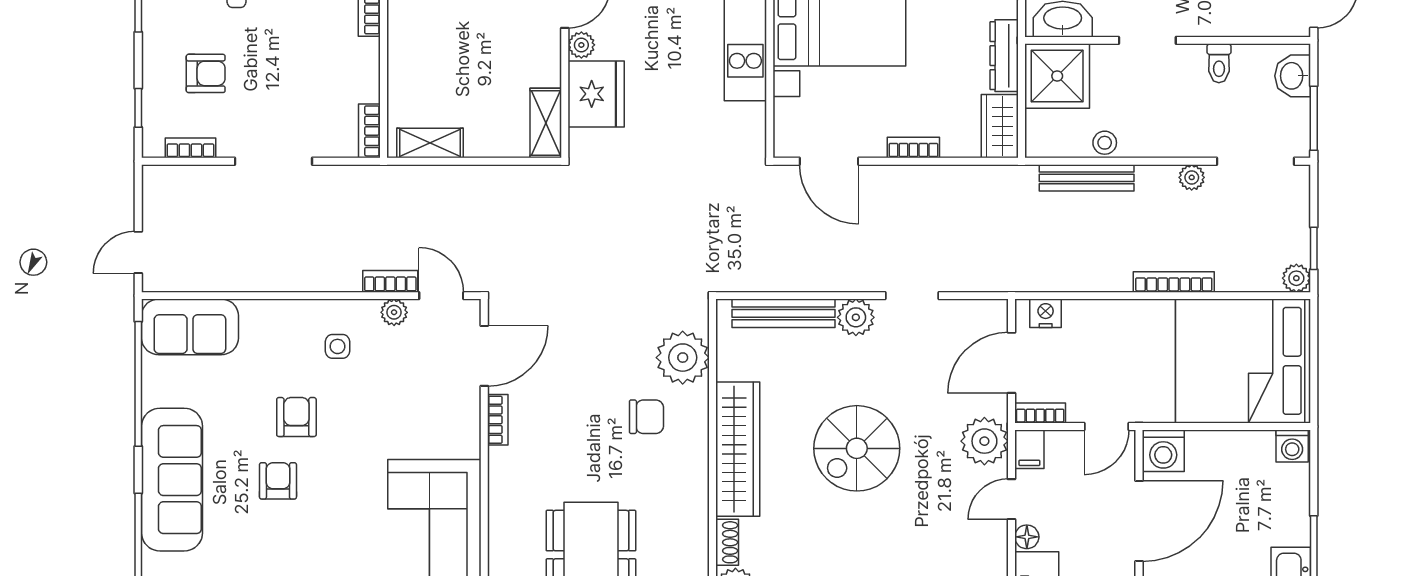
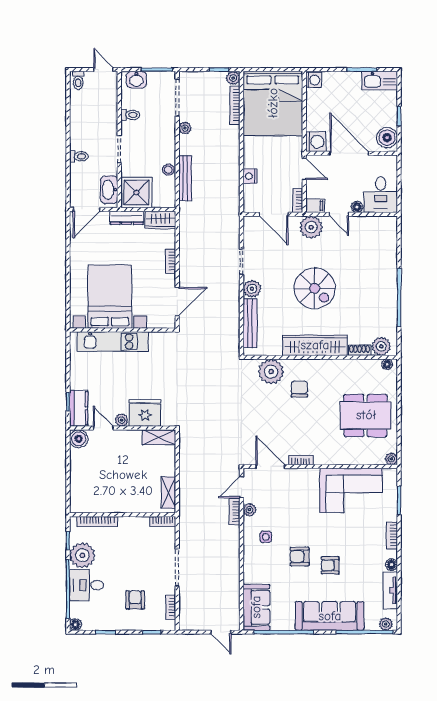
bookcase: (1174, 282) -> (235, 105), moved
nightstand: (1046, 313) -> (250, 176), moved

